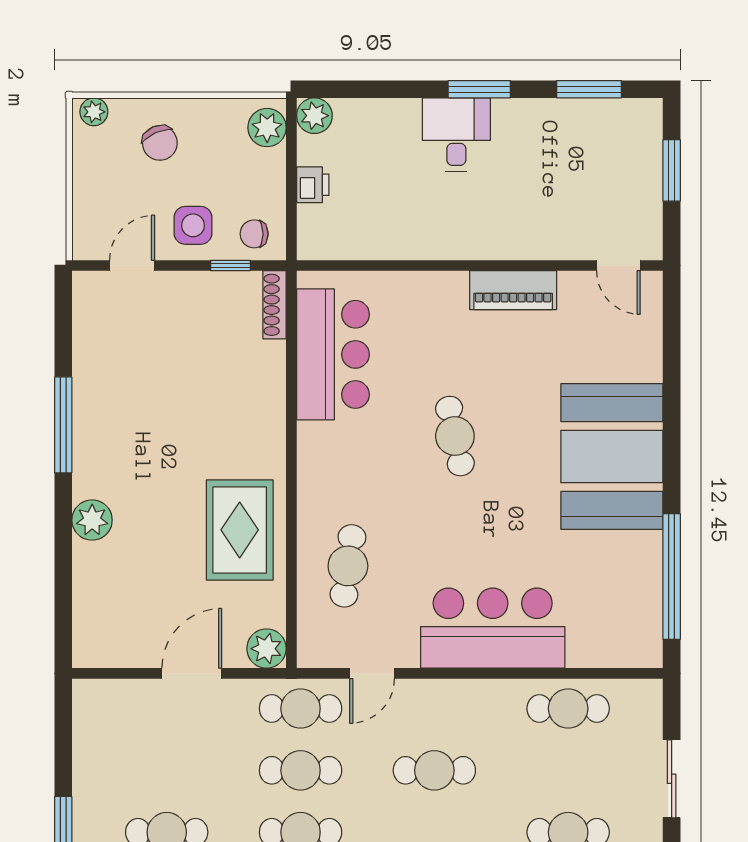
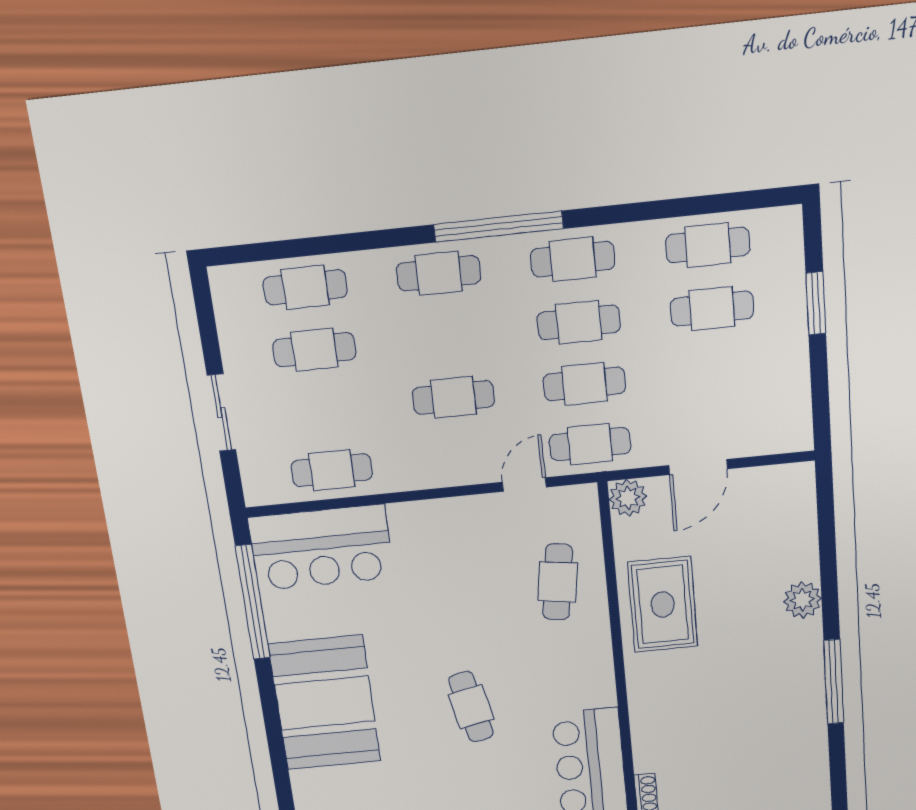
bar counter: (493, 628) -> (321, 548), moved

